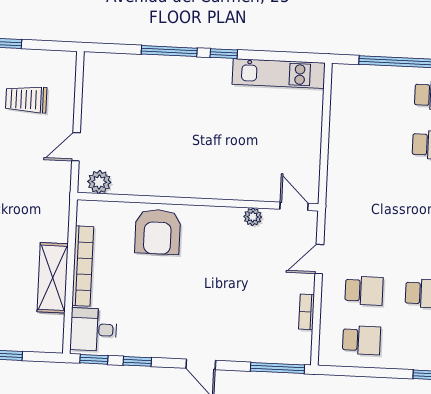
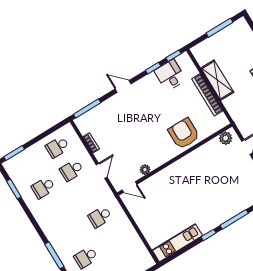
school desk: (369, 192) -> (100, 217), added
desk: (94, 329) -> (170, 75), moved, turned -90

